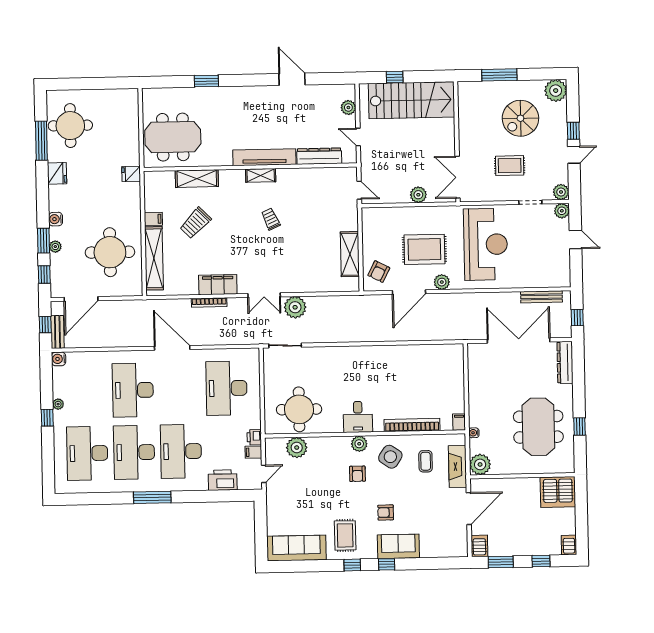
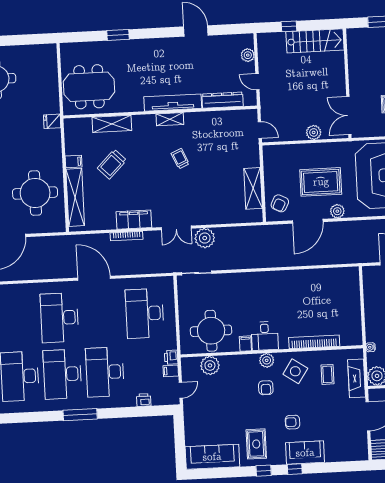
stairs: (411, 100) -> (315, 41), width x0.73, depth x0.66
filing cabinet: (459, 422) -> (245, 344), moved
printer: (223, 480) -> (144, 400), width x0.53, depth x0.68

